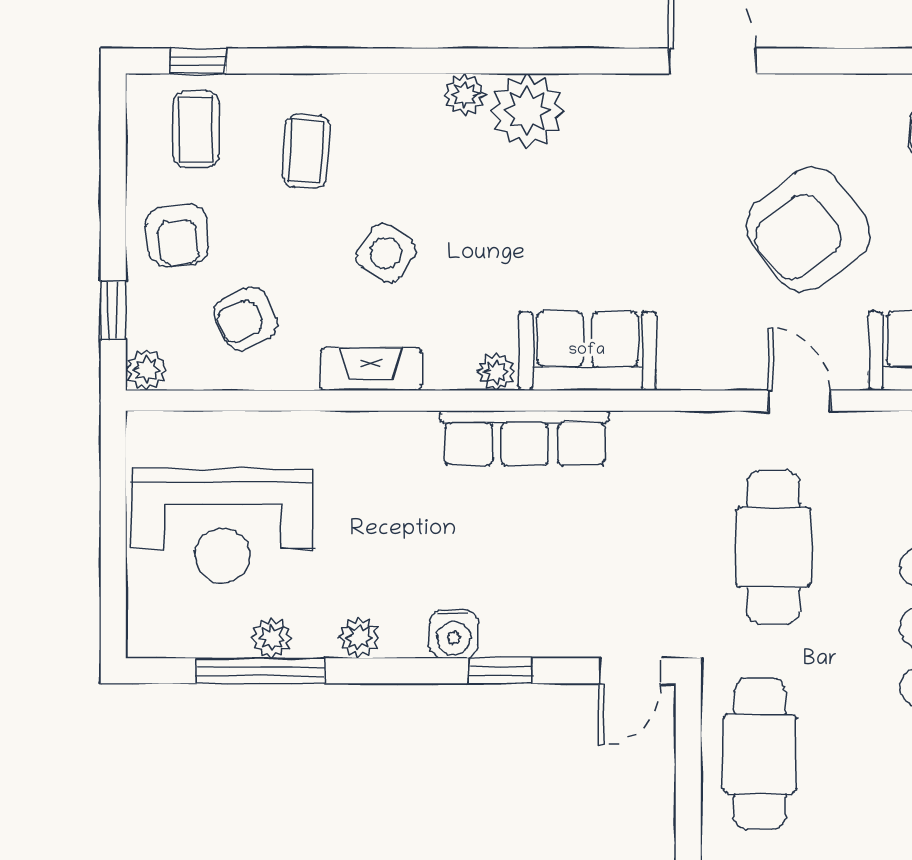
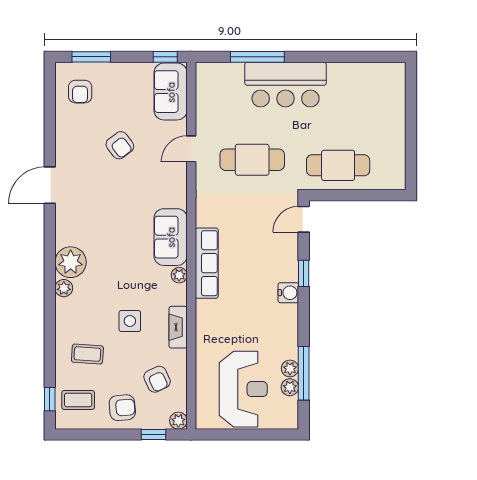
armchair: (808, 229) -> (120, 145), width x0.53, depth x0.53
side table: (386, 253) -> (130, 321), turned -35
plant: (359, 638) -> (290, 387), moved
door: (630, 671) -> (304, 219), swing flipped

